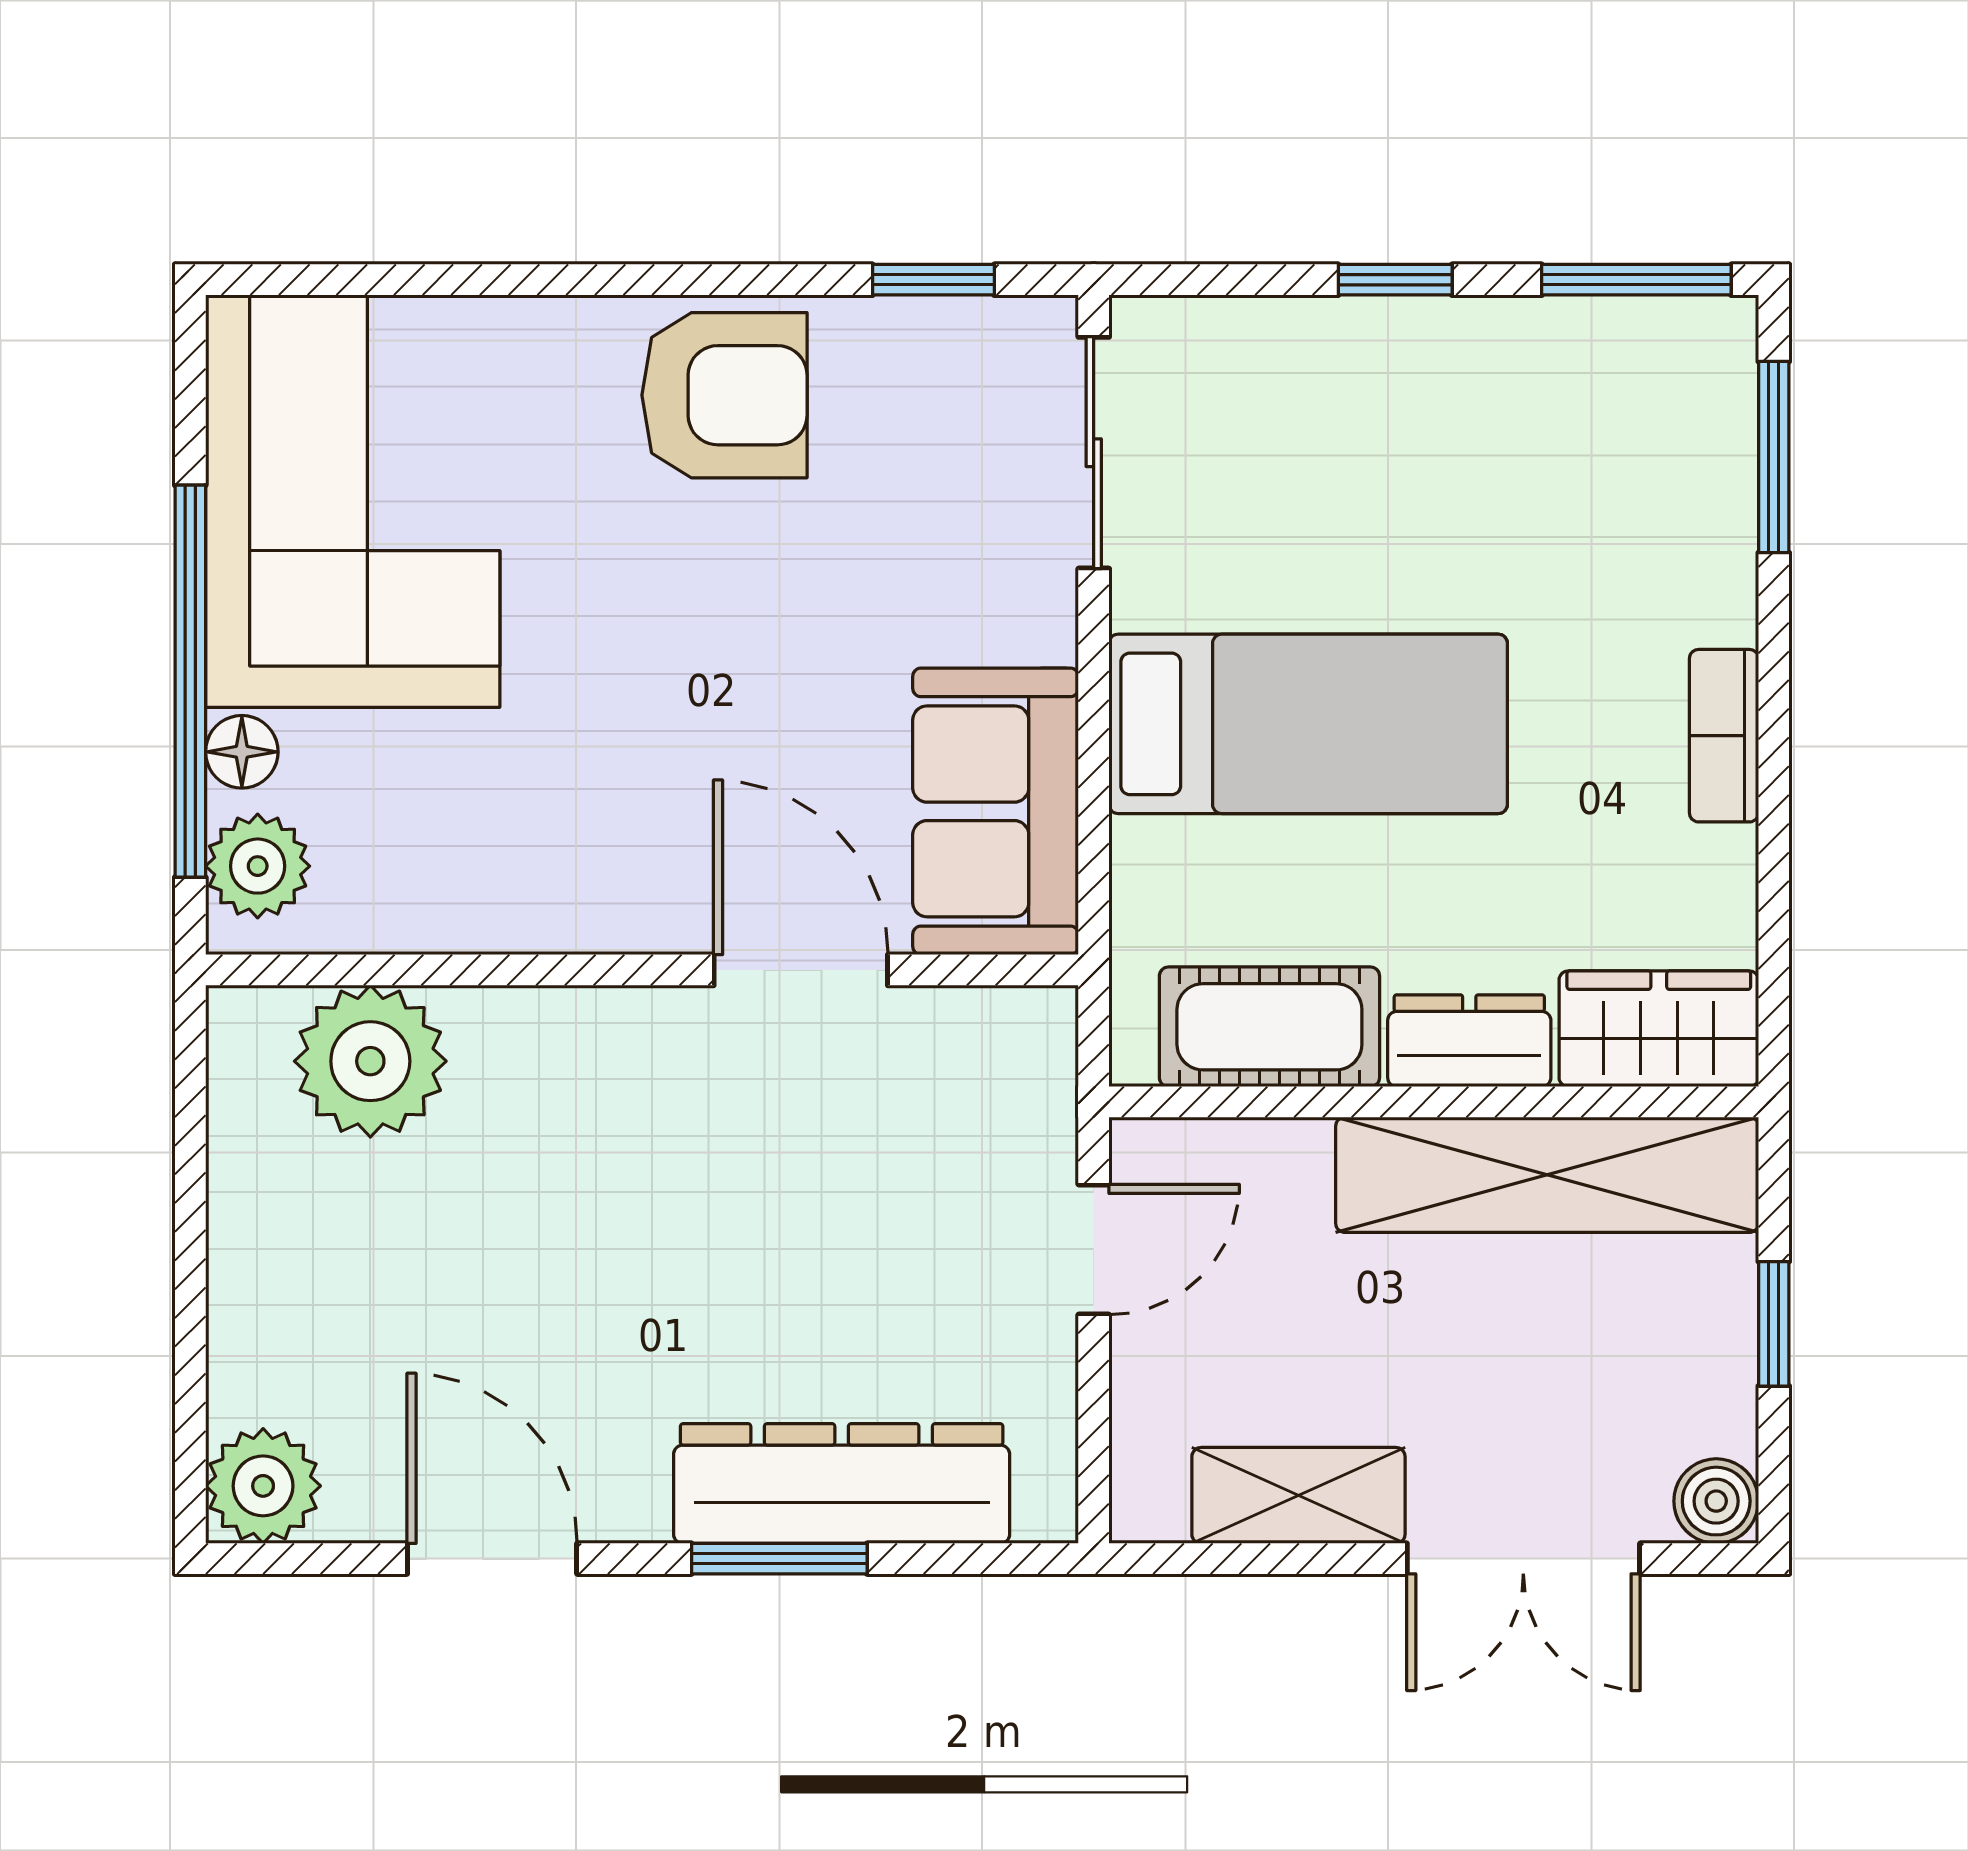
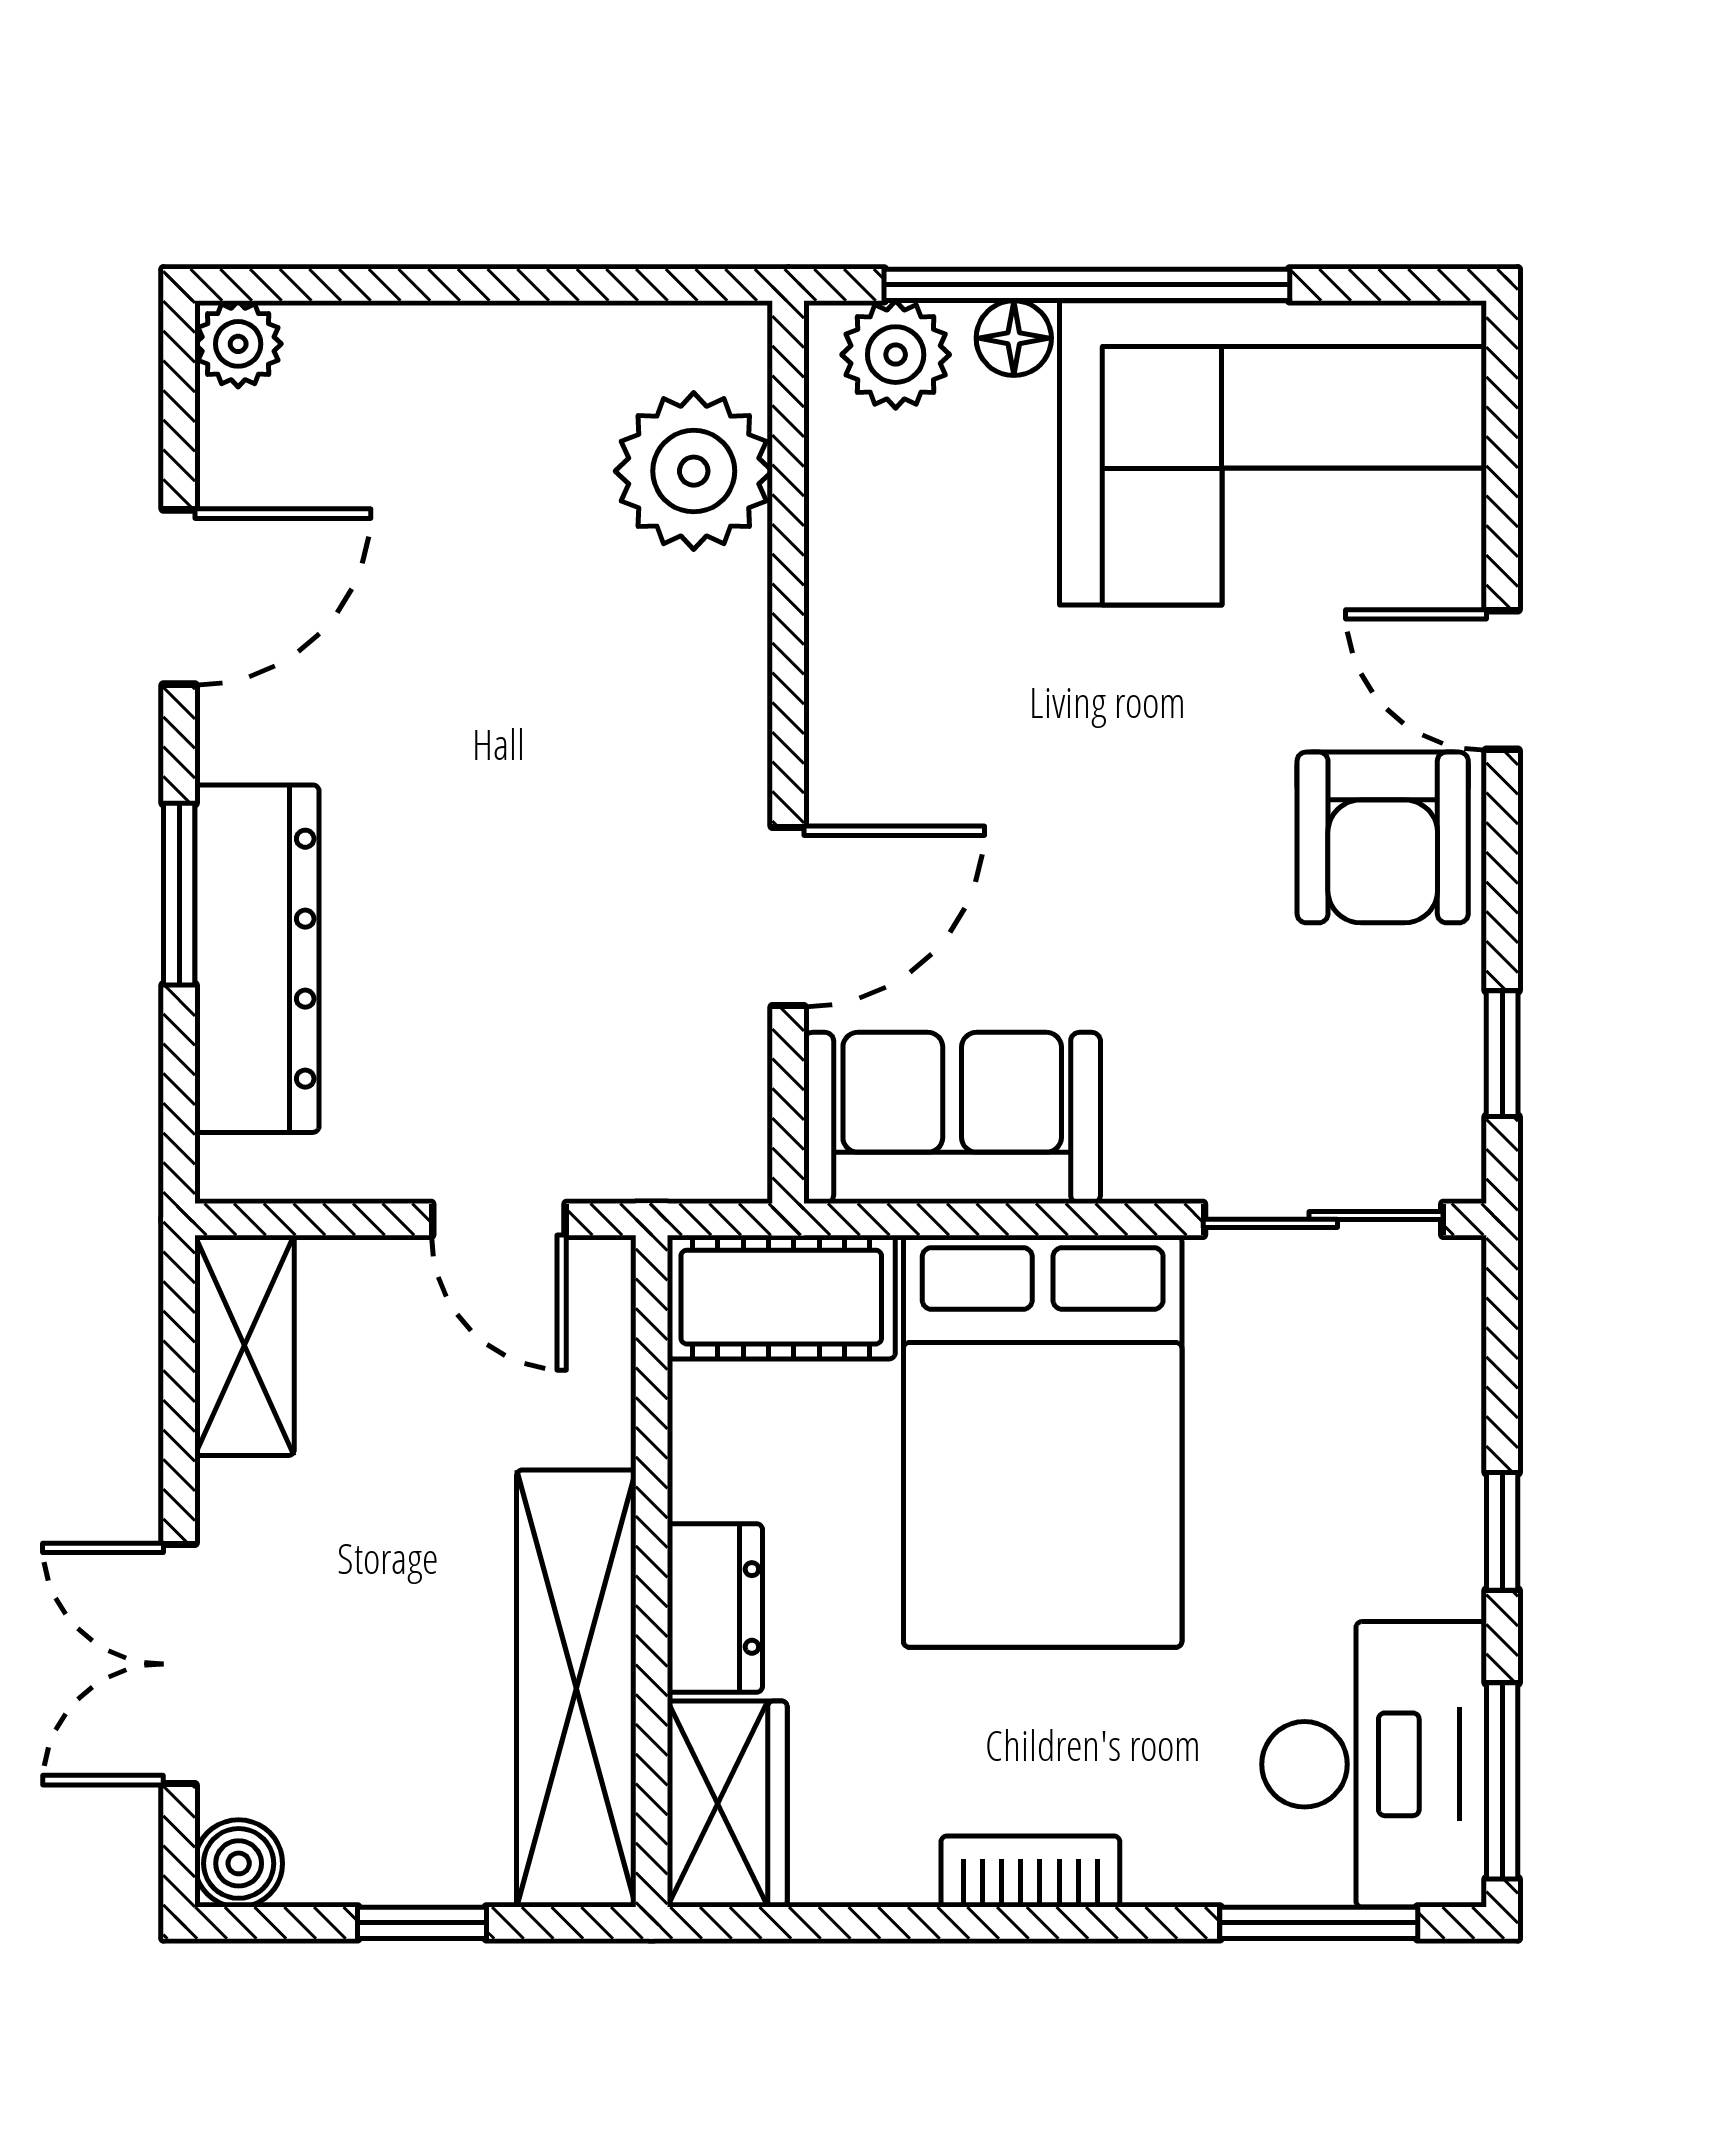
door: (572, 280) -> (1502, 680), added
desk: (1620, 403) -> (1374, 1764), added
bed: (1308, 724) -> (1043, 1441), width x1.50
cot: (1269, 1027) -> (781, 1297), moved, turned 90
plant: (263, 1486) -> (238, 344), width x0.73, depth x0.73
shelving: (1298, 1495) -> (244, 1345), moved

